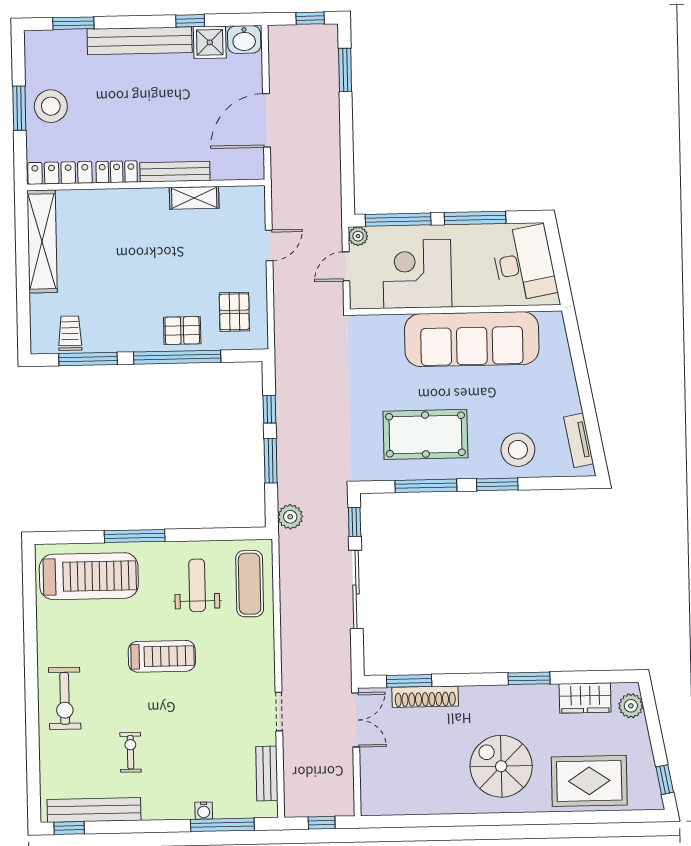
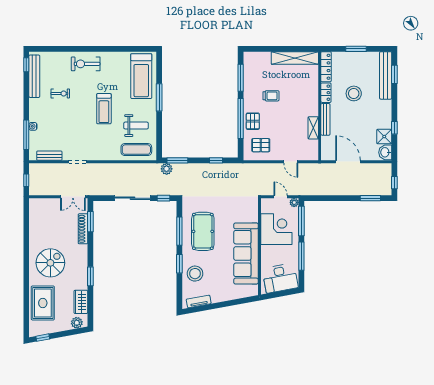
bench: (140, 41) -> (386, 75), moved
stool: (51, 106) -> (354, 93), moved
trolley: (70, 333) -> (271, 96), moved
window: (271, 461) -> (177, 160), moved

